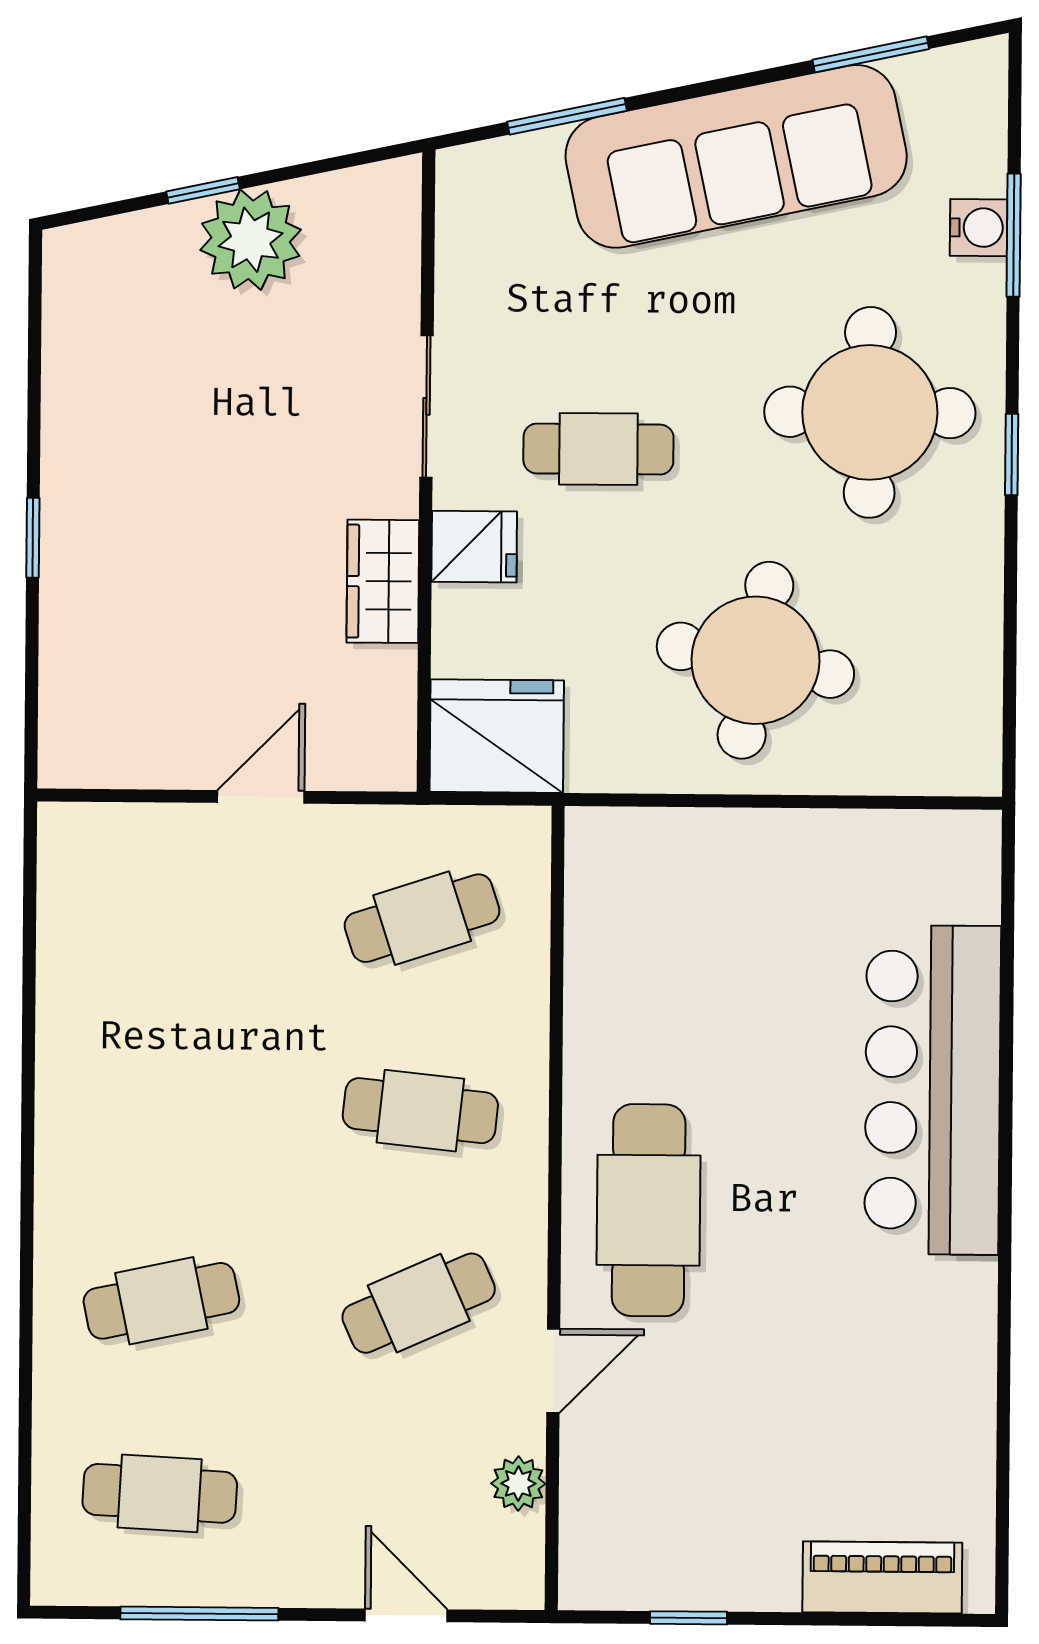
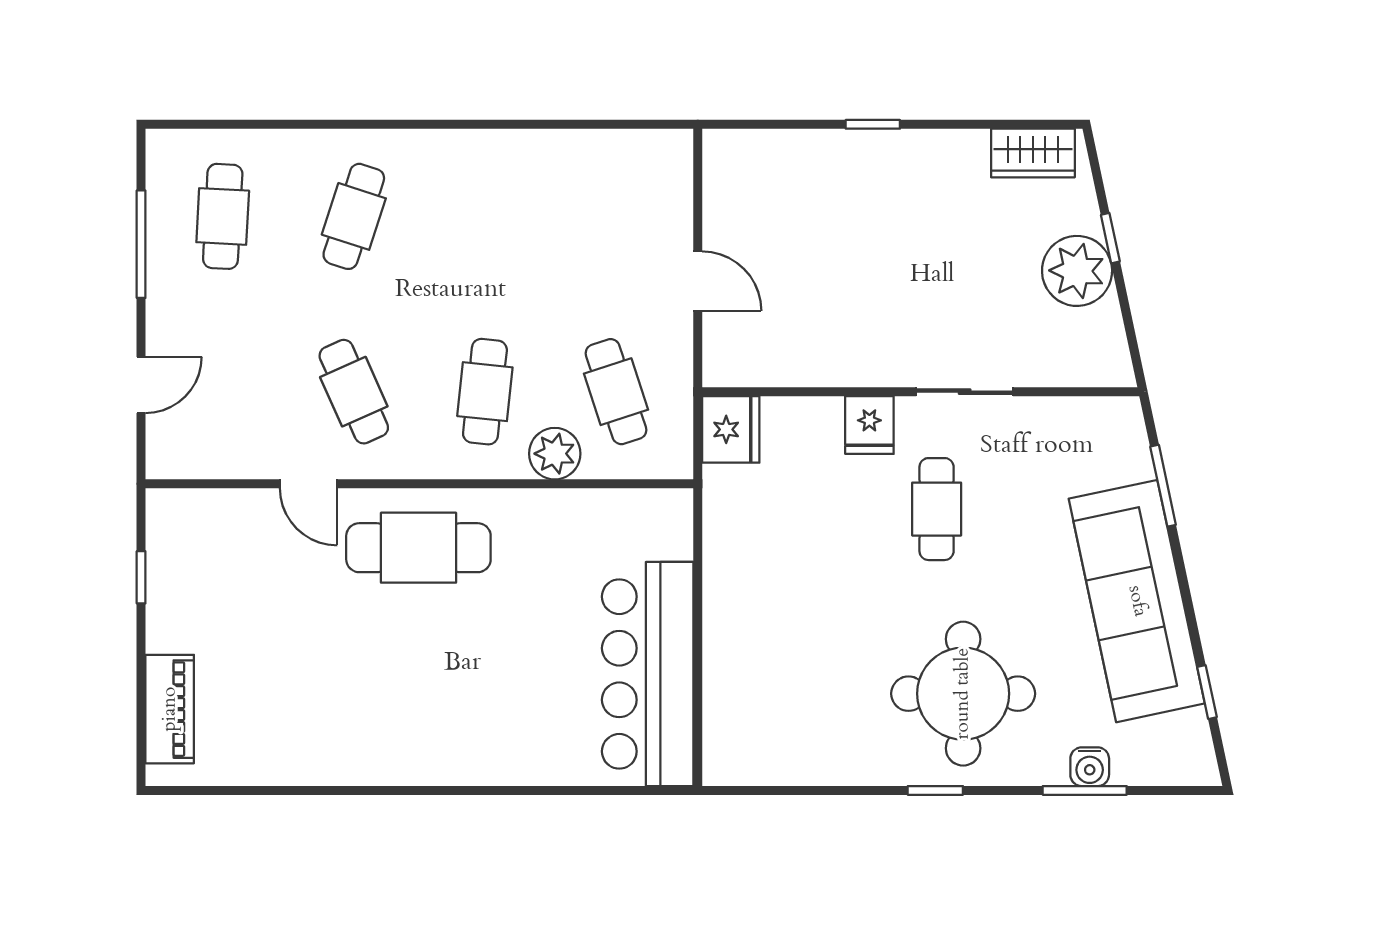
window: (871, 54) -> (1207, 692), width x0.67
wardrobe: (383, 581) -> (1033, 153), moved, turned 180
round table: (755, 660) -> (794, 617), removed
fridge: (497, 736) -> (731, 429), width x0.73, depth x0.75
bar counter: (933, 1090) -> (648, 674), moved, turned -90
cafe table: (161, 1301) -> (354, 216), turned 30
plant: (518, 1484) -> (555, 454), moved, width x1.38, depth x1.38

